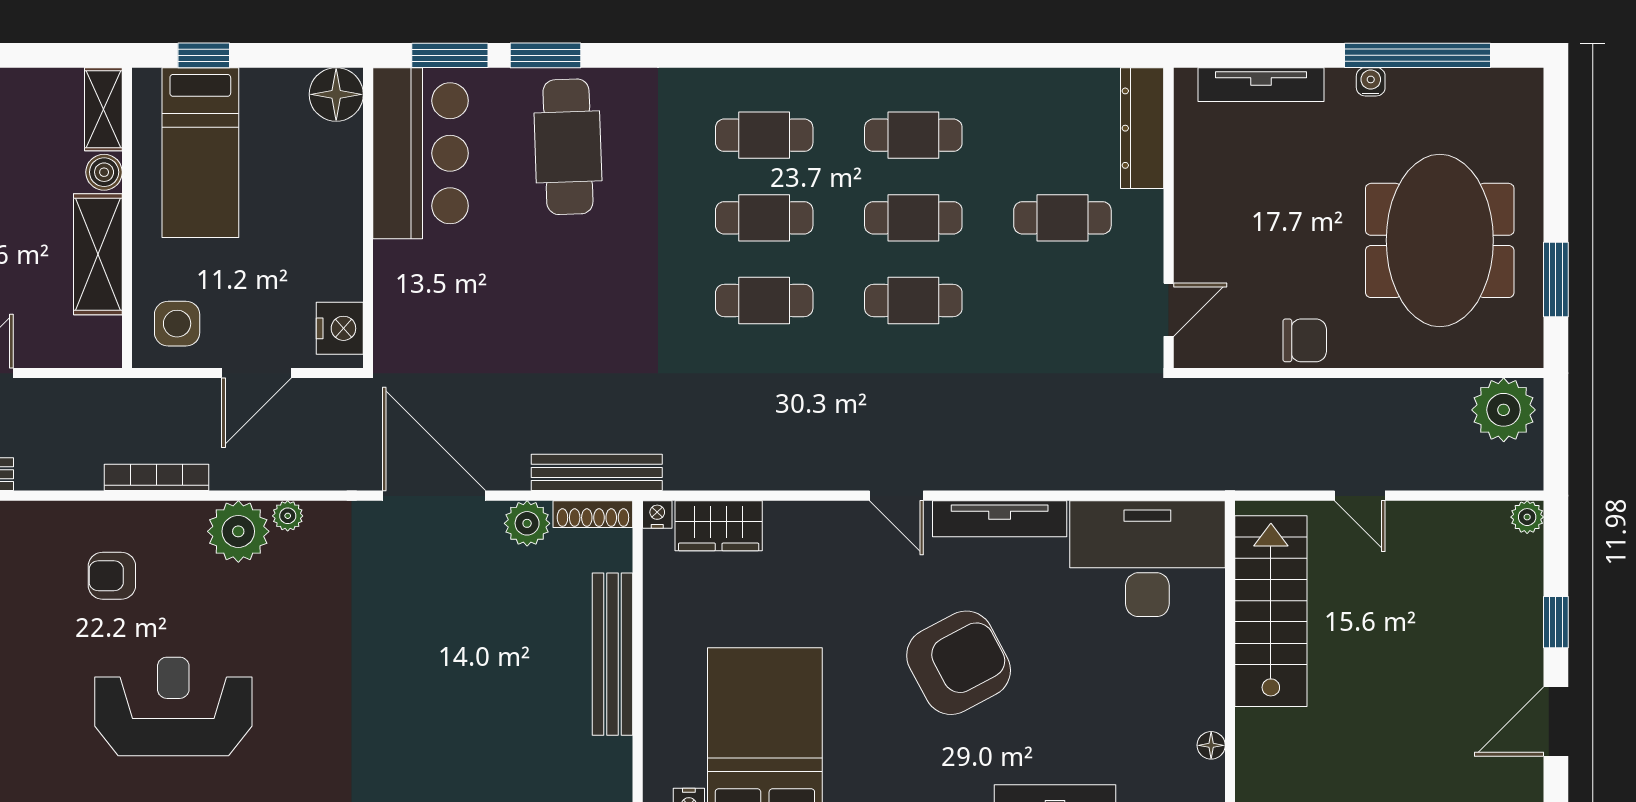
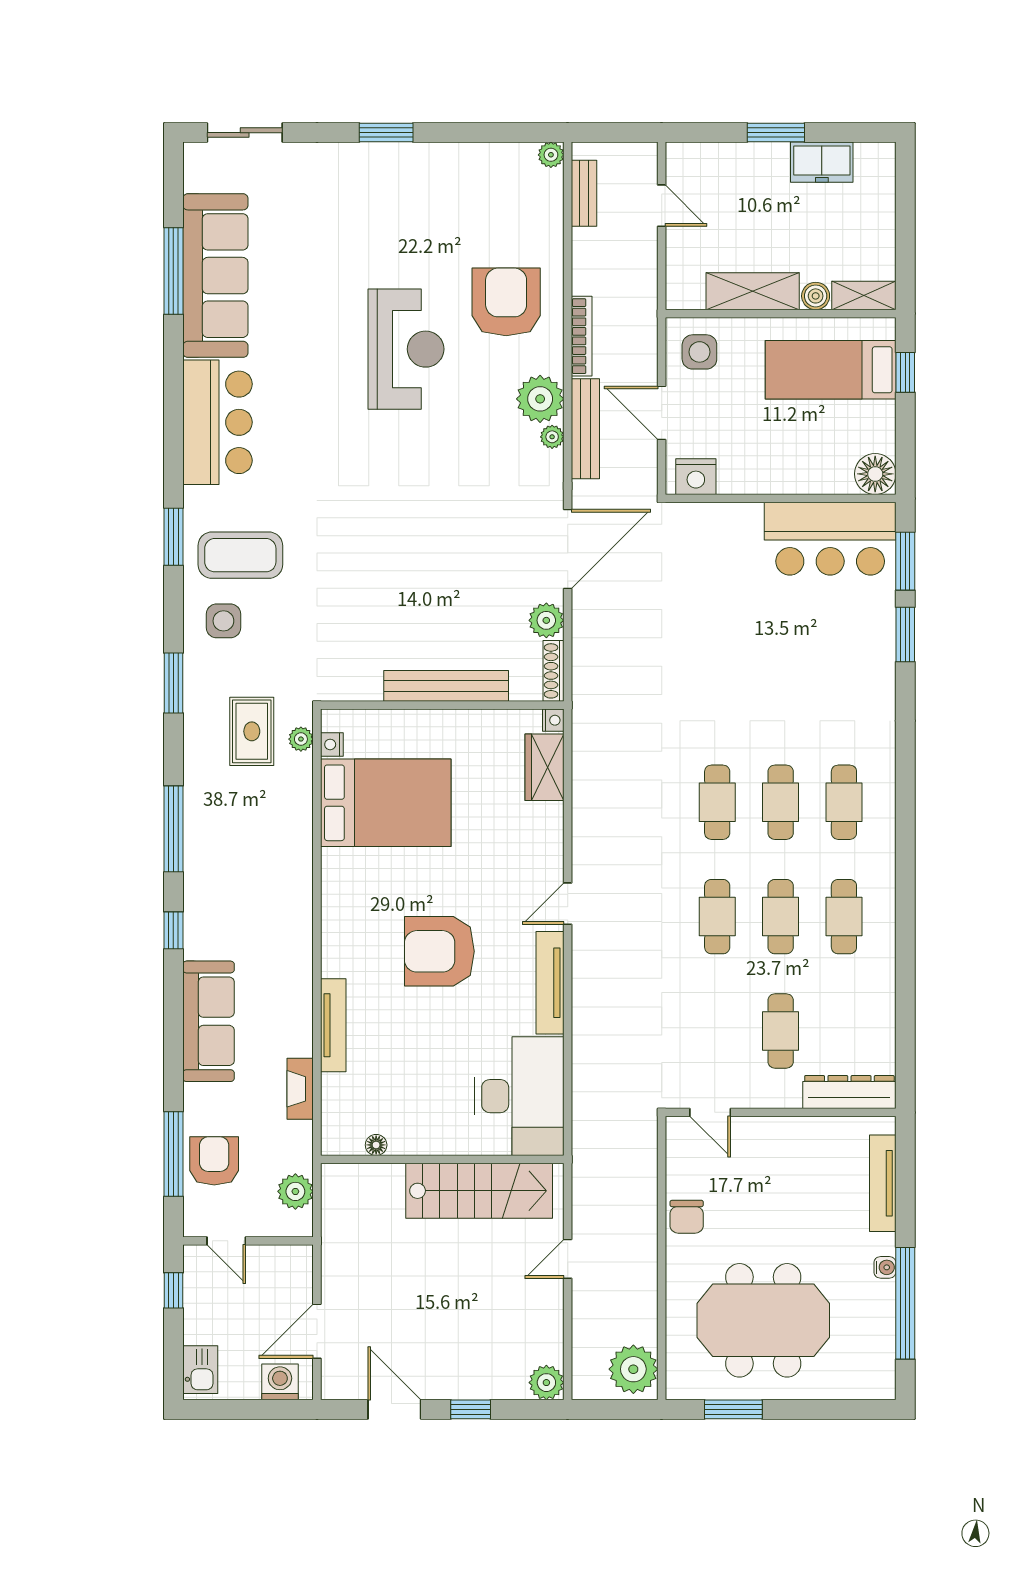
cafe table: (568, 147) -> (835, 652), removed
bench: (597, 472) -> (585, 429), moved
plant: (1527, 517) -> (546, 1383), width x1.38, depth x1.38
armchair: (112, 576) -> (506, 302), width x1.88, depth x1.88
armchair: (959, 663) -> (439, 951), turned 118

